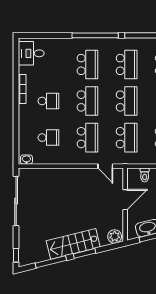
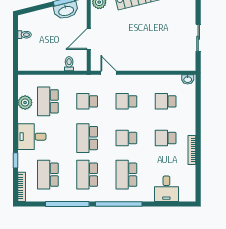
desk: (31, 53) -> (166, 189), moved, turned 90
school desk: (87, 101) -> (126, 138), width x0.54
school desk: (87, 138) -> (126, 101), width x0.54
school desk: (127, 138) -> (87, 101), width x0.54
sliding door: (16, 201) -> (198, 38), width x0.54

